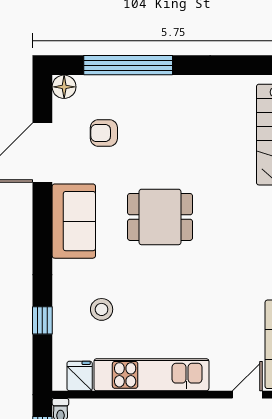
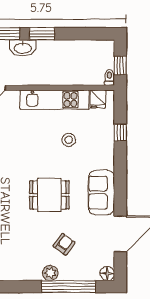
plant: (158, 88) -> (50, 273), added
armchair: (104, 133) -> (64, 244), moved, turned -54
stool: (102, 309) -> (69, 140), moved

